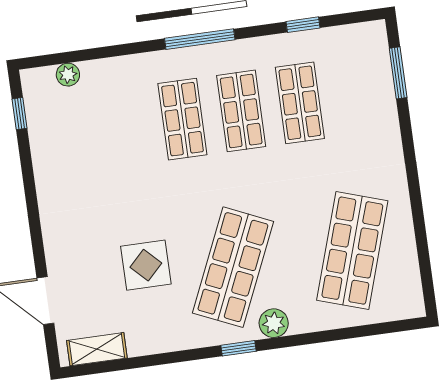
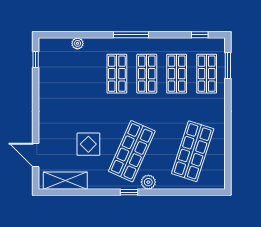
window: (303, 25) -> (200, 35), moved
plant: (68, 75) -> (77, 43), moved
shop shelf: (359, 95) -> (207, 74), added
shelving: (97, 349) -> (65, 181), width x1.50, depth x1.33

